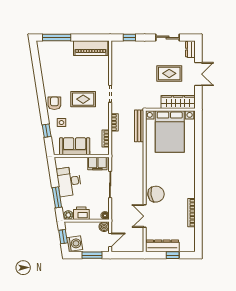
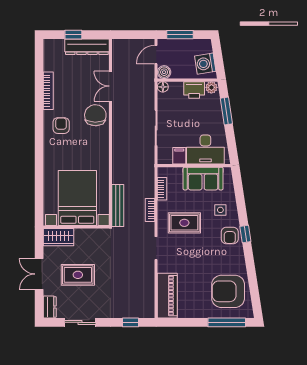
piano: (91, 48) -> (167, 296), moved, turned 90
armchair: (56, 61) -> (228, 291), added
rug: (83, 99) -> (184, 223), moved
wardrobe: (178, 102) -> (59, 237), width x0.67
window: (47, 131) -> (245, 234), moved
filing cabinet: (97, 163) -> (179, 156), width x0.50
desk: (69, 181) -> (205, 150), moved, turned 99
armchair: (182, 186) -> (61, 126), added
chair: (156, 194) -> (95, 115), turned 100
double door: (145, 216) -> (110, 86), swing flipped
window: (63, 237) -> (218, 59), removed
washing machine: (75, 244) -> (205, 64), moved

